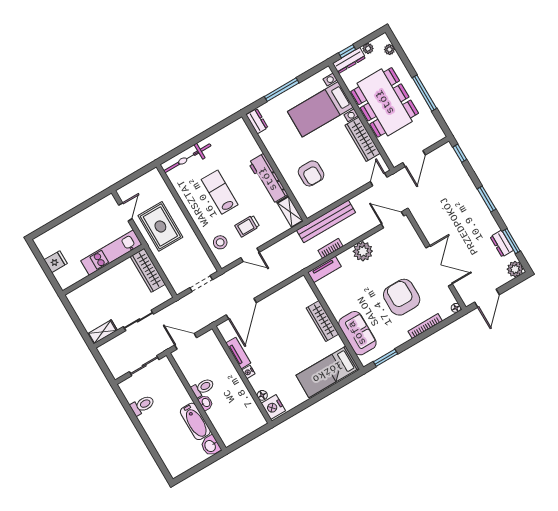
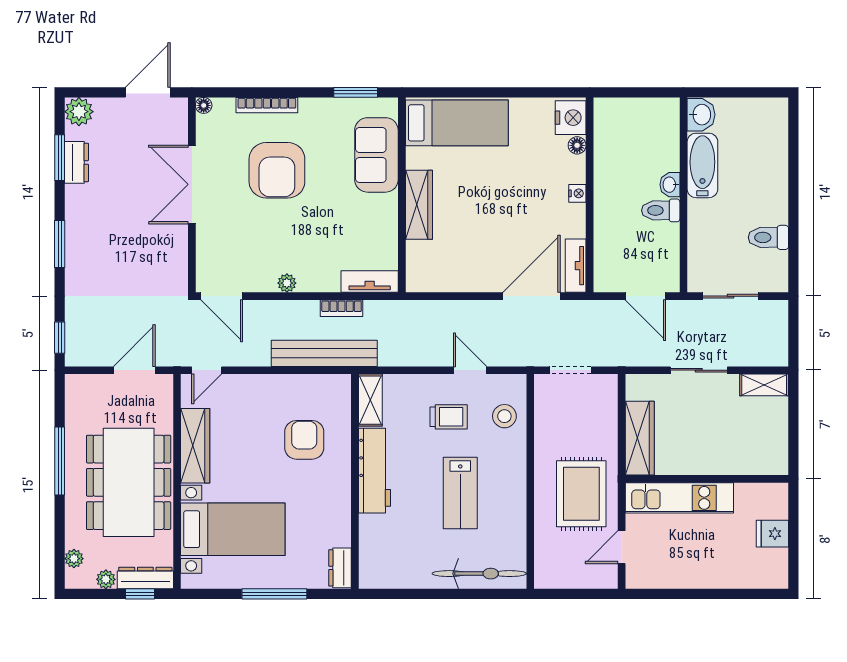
plant: (363, 251) -> (287, 283), width x0.53, depth x0.53
tv unit: (238, 353) -> (576, 266), moved

